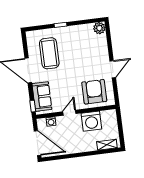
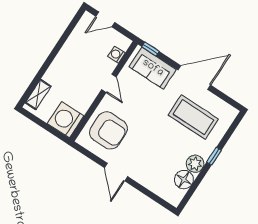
plant: (99, 28) -> (195, 164), moved
floor lamp: (86, 30) -> (184, 180), added
washing machine: (91, 121) -> (66, 120), moved
door: (38, 143) -> (105, 19), width x0.53

